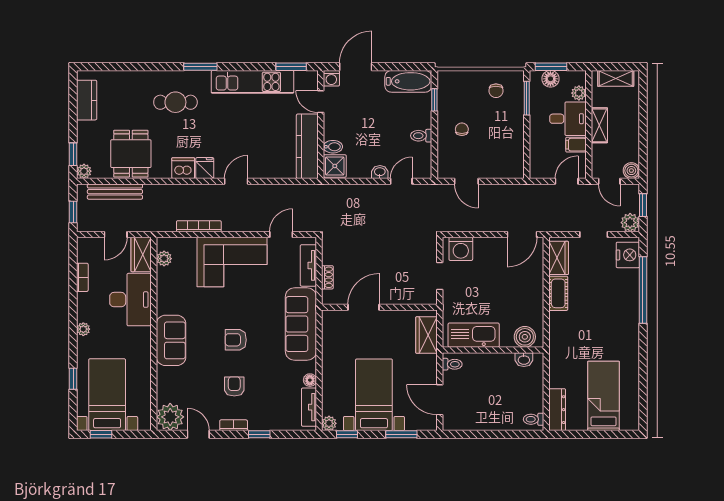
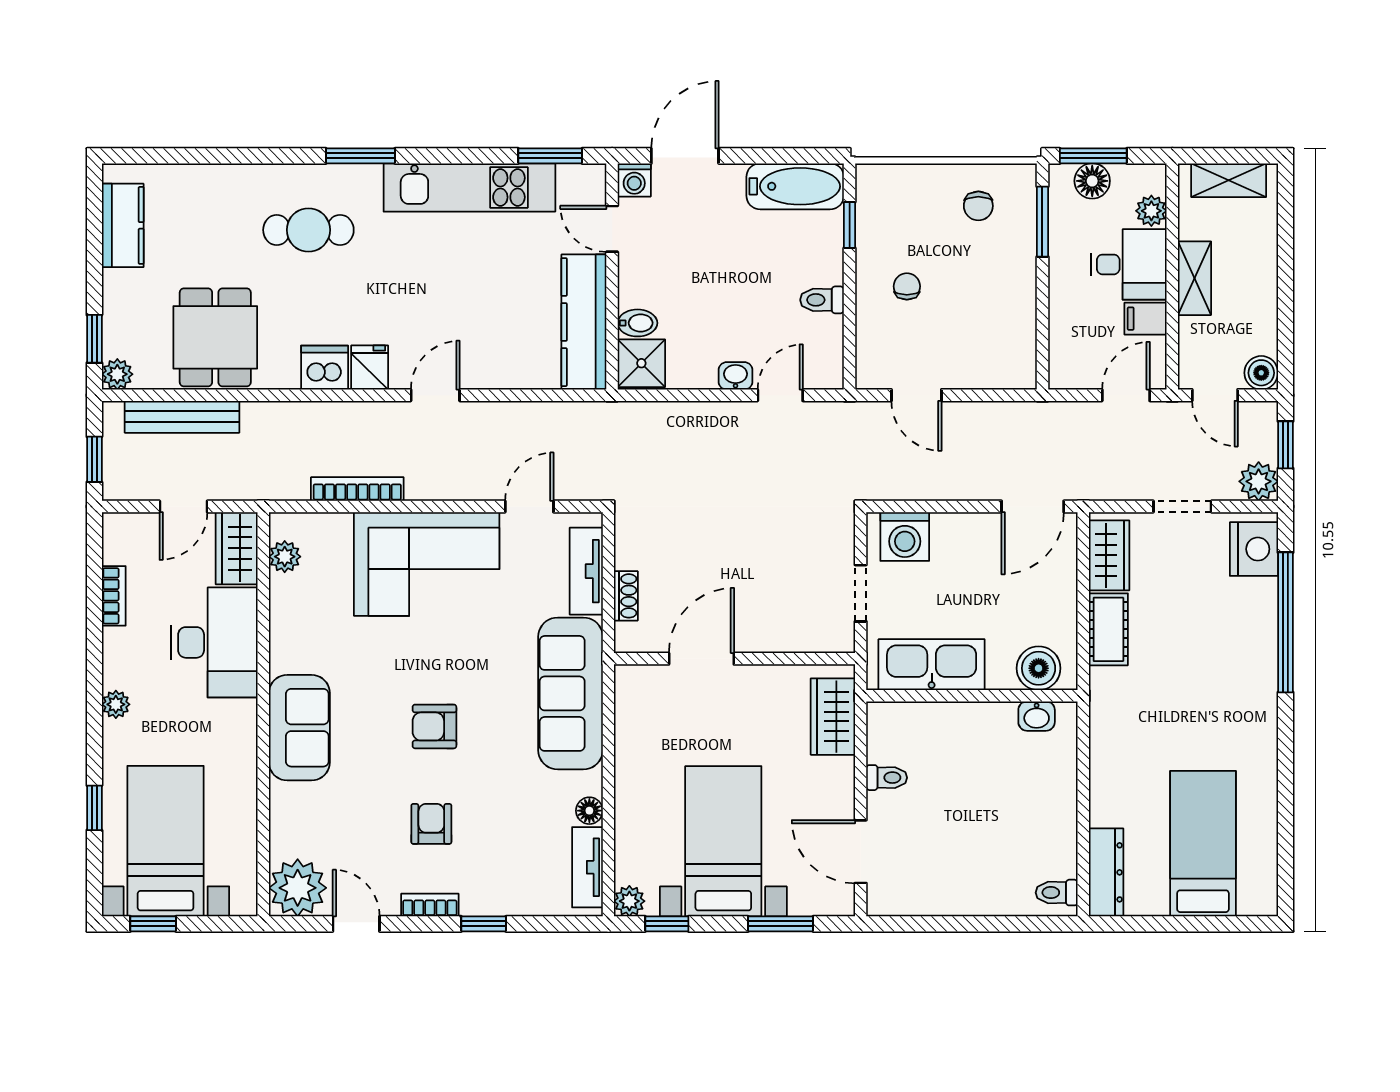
kitchen sink: (474, 335) -> (932, 665), moved
boiler: (525, 337) -> (1039, 668), moved
wall: (493, 350) -> (972, 696), moved
washbasin: (524, 360) -> (1037, 716), moved

